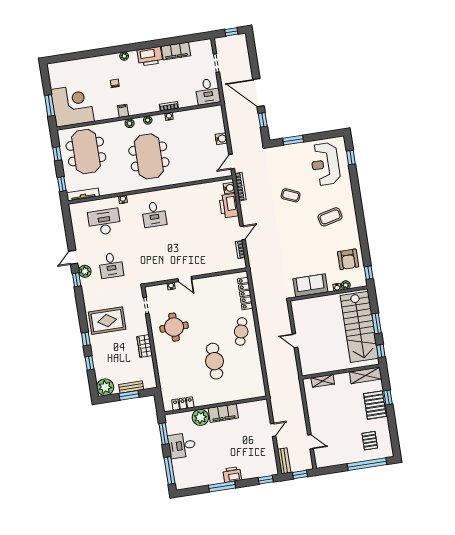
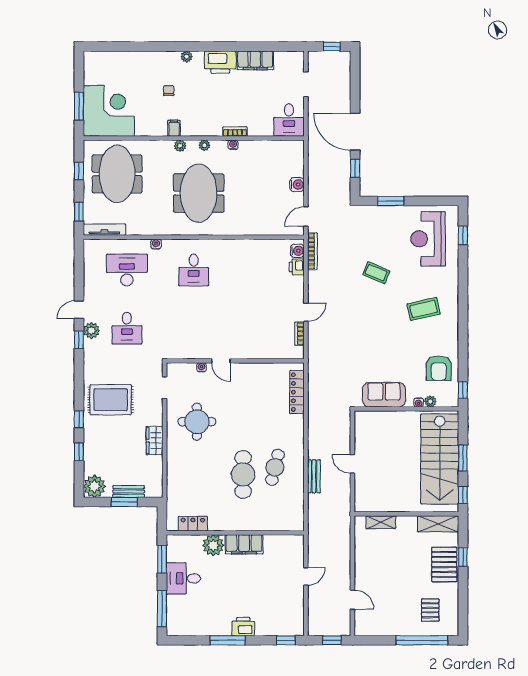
printer: (229, 206) -> (297, 267), width x0.53, depth x0.68
cafe table: (241, 331) -> (275, 467), moved
bench: (284, 461) -> (314, 476), moved

